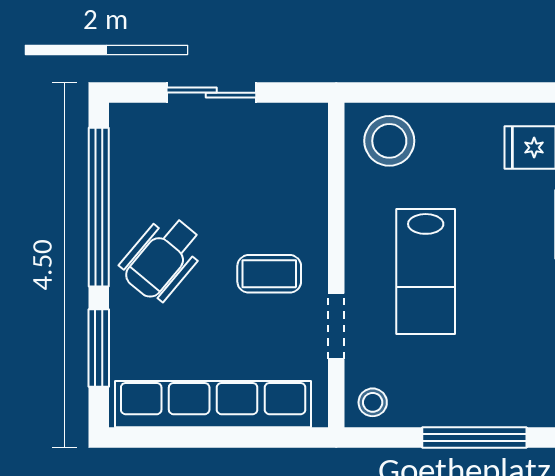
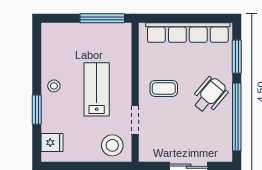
doorway: (336, 326) -> (135, 120), moved
stool: (373, 402) -> (54, 86), moved
window: (474, 438) -> (102, 18), moved

